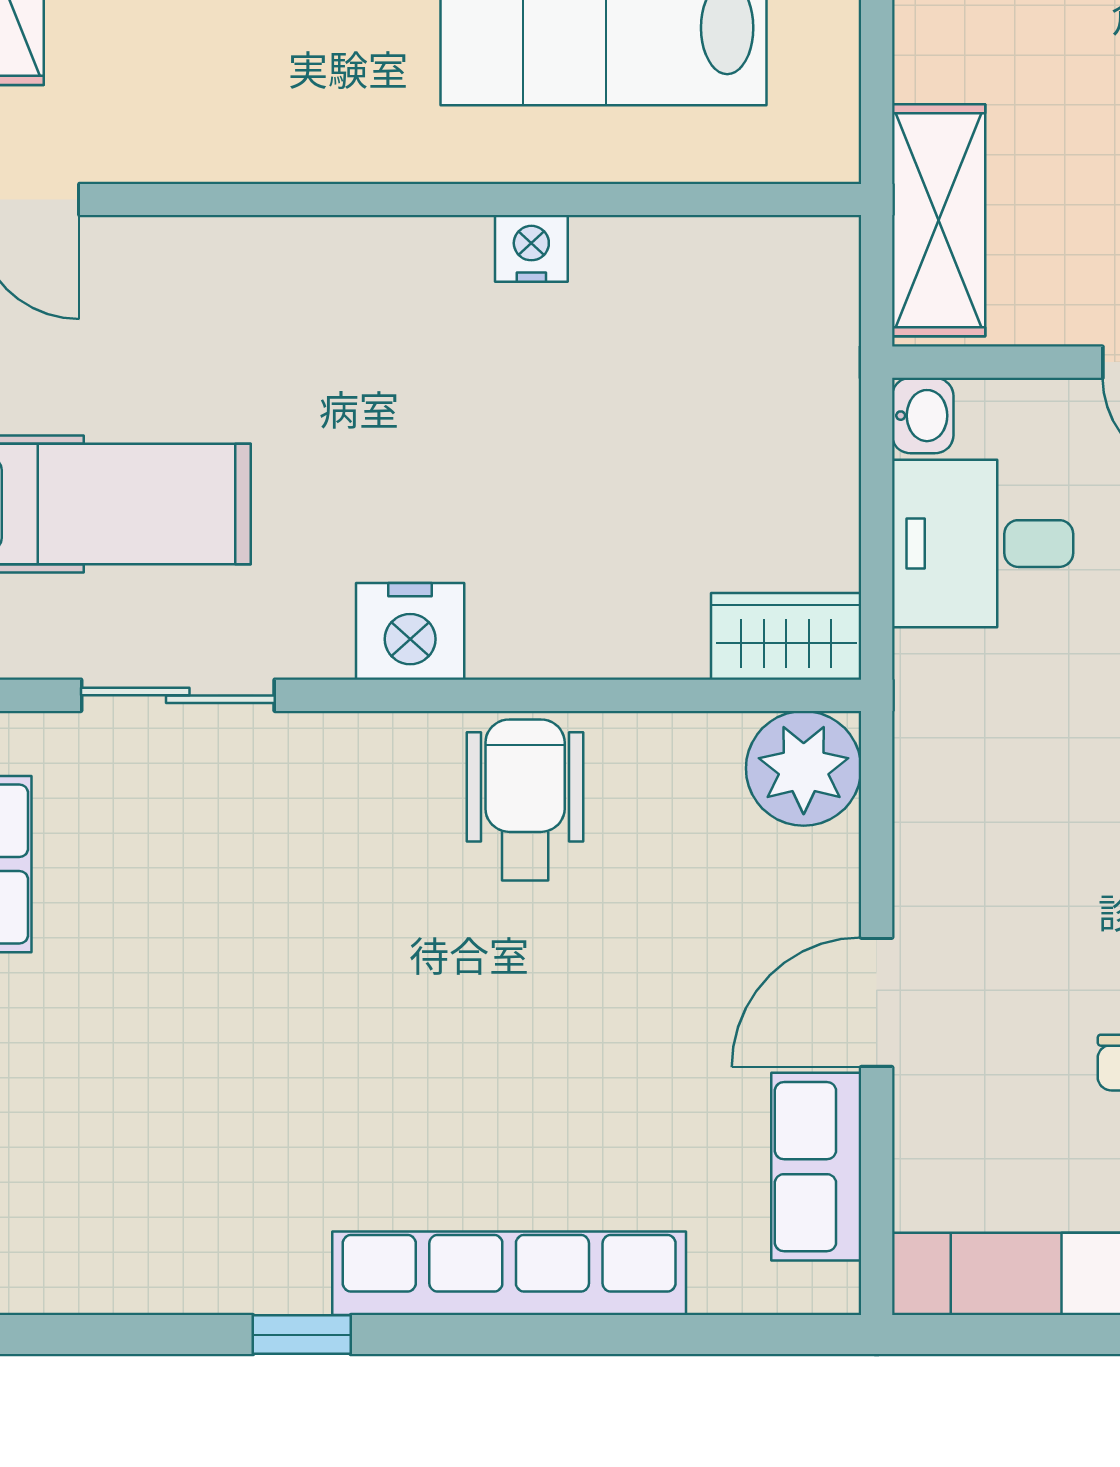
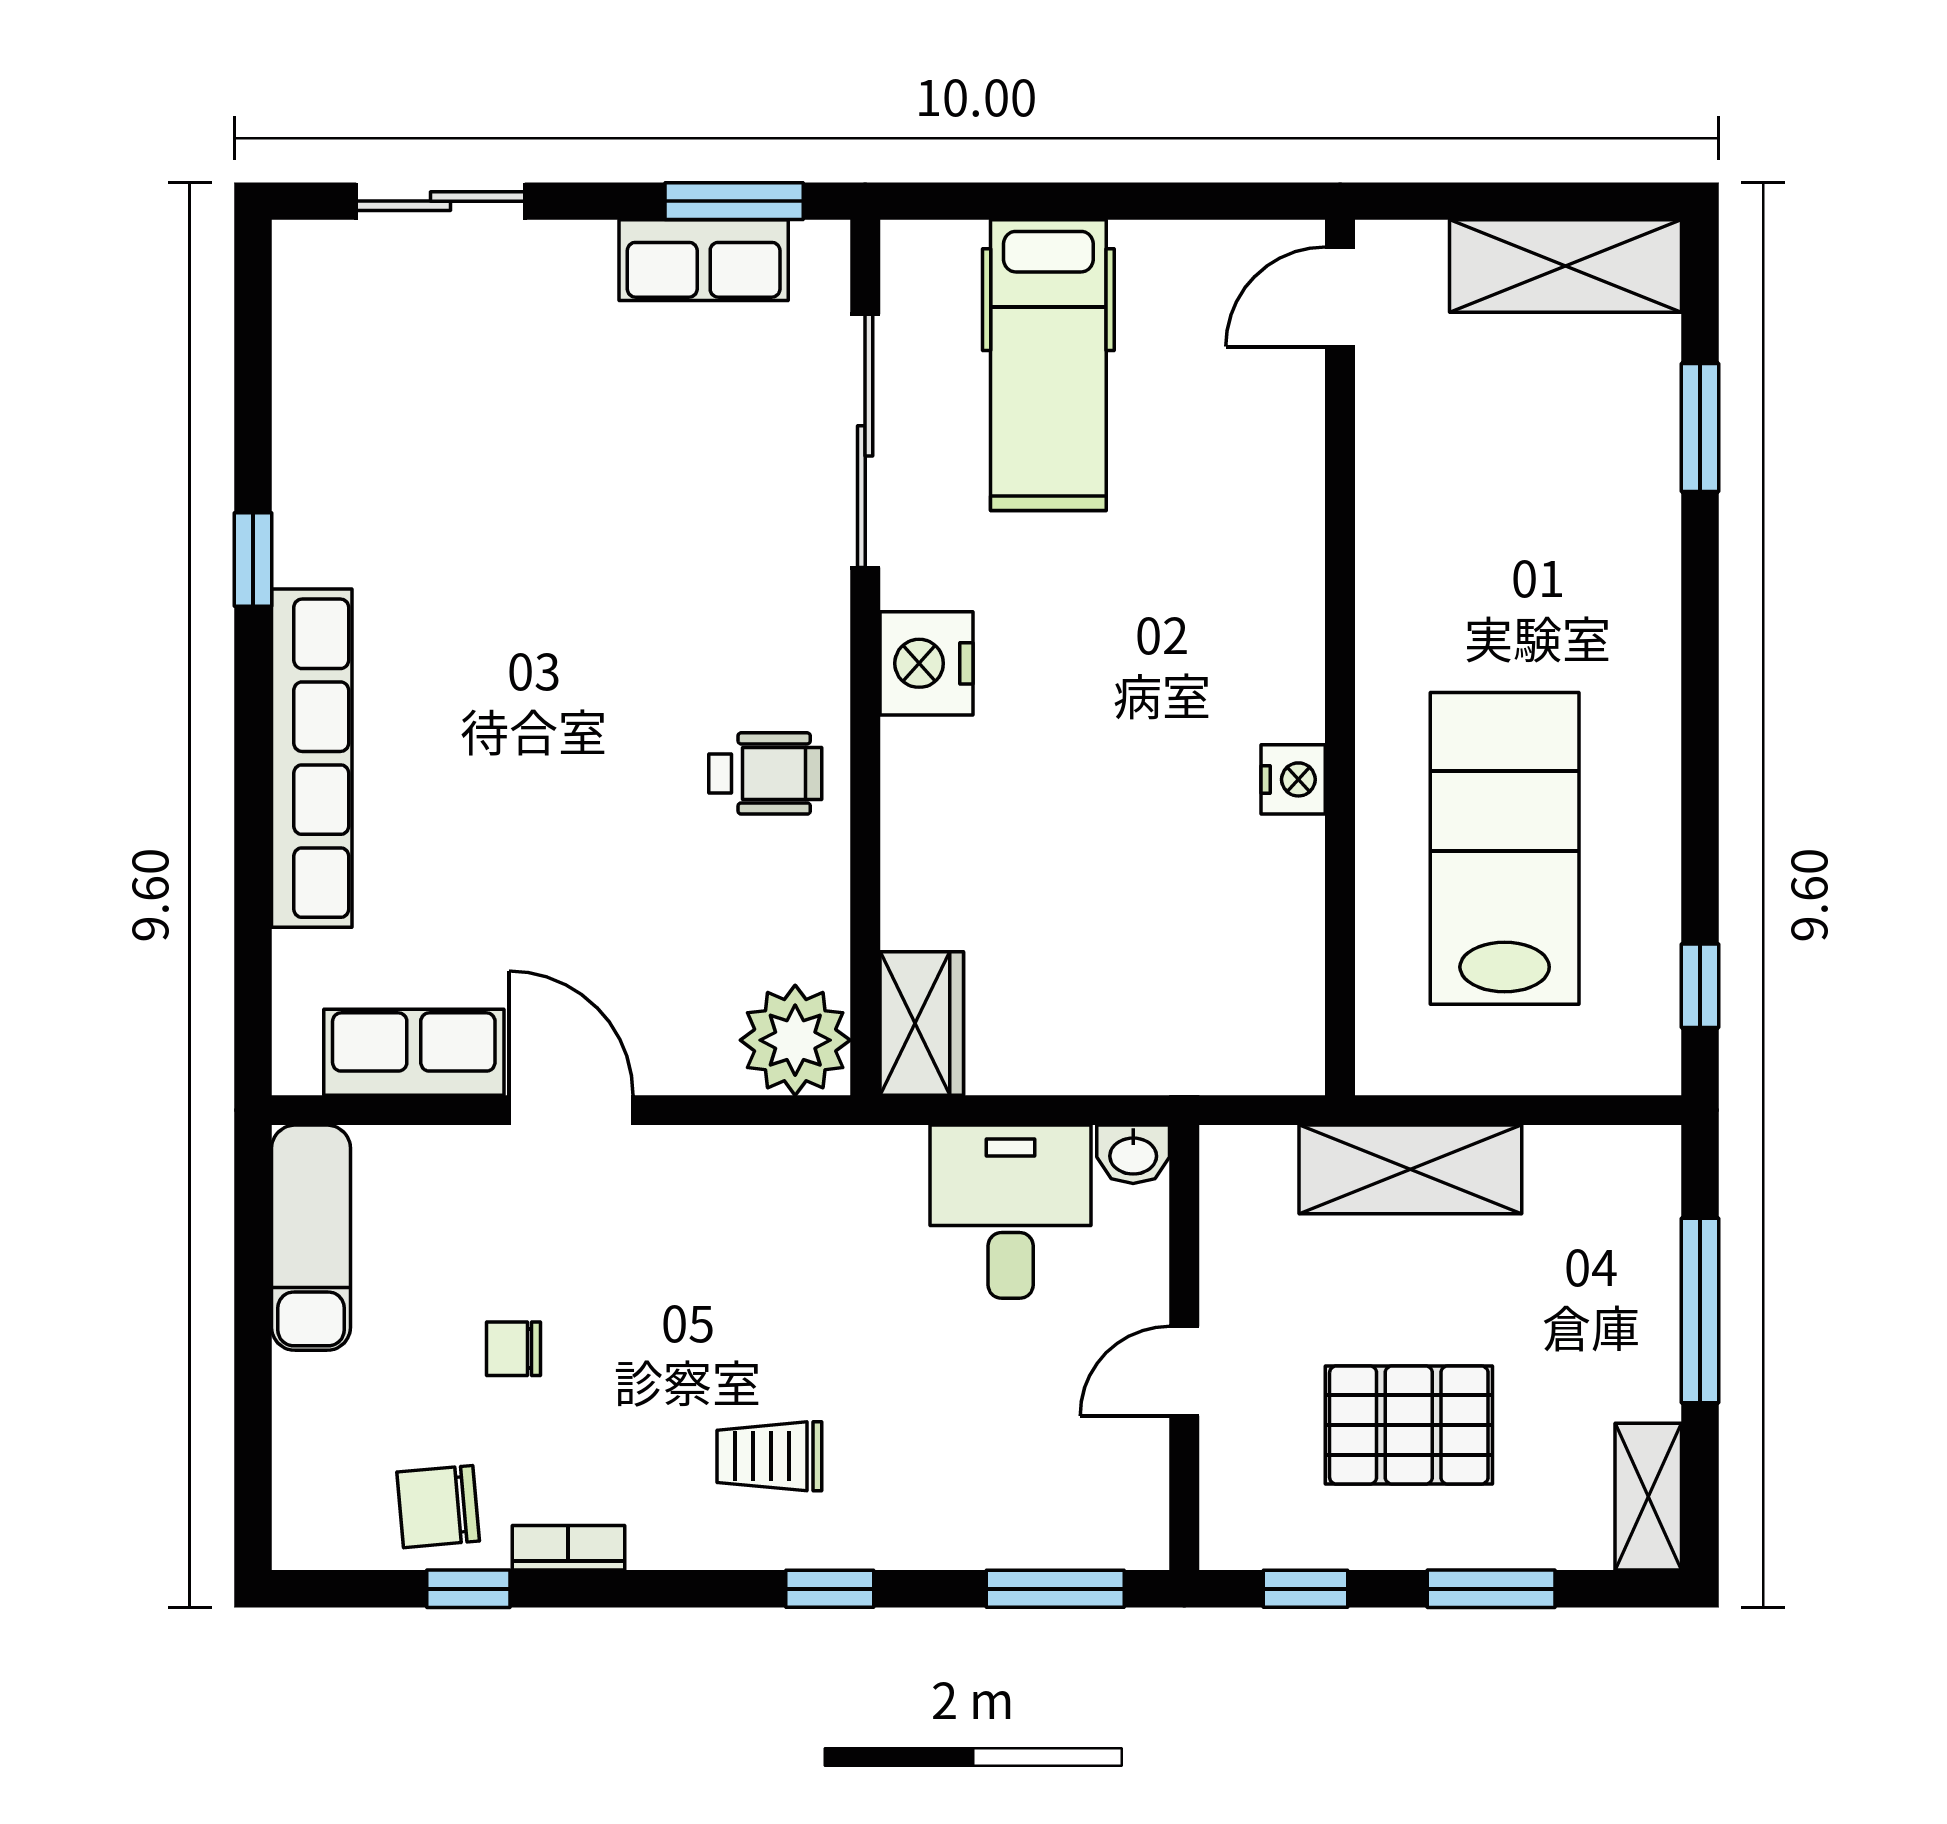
shelving: (939, 220) -> (1410, 1169), moved
sliding door: (178, 695) -> (865, 441), width x1.37
wheelchair: (525, 800) -> (765, 773), width x0.73, depth x0.73

